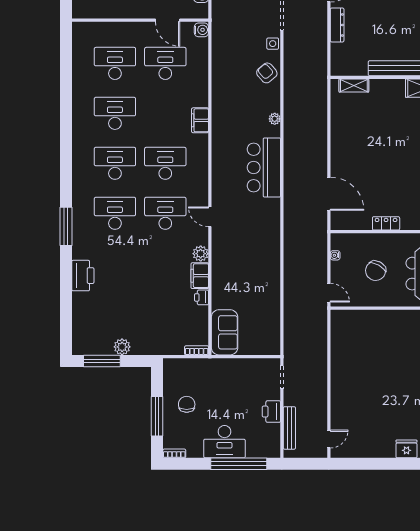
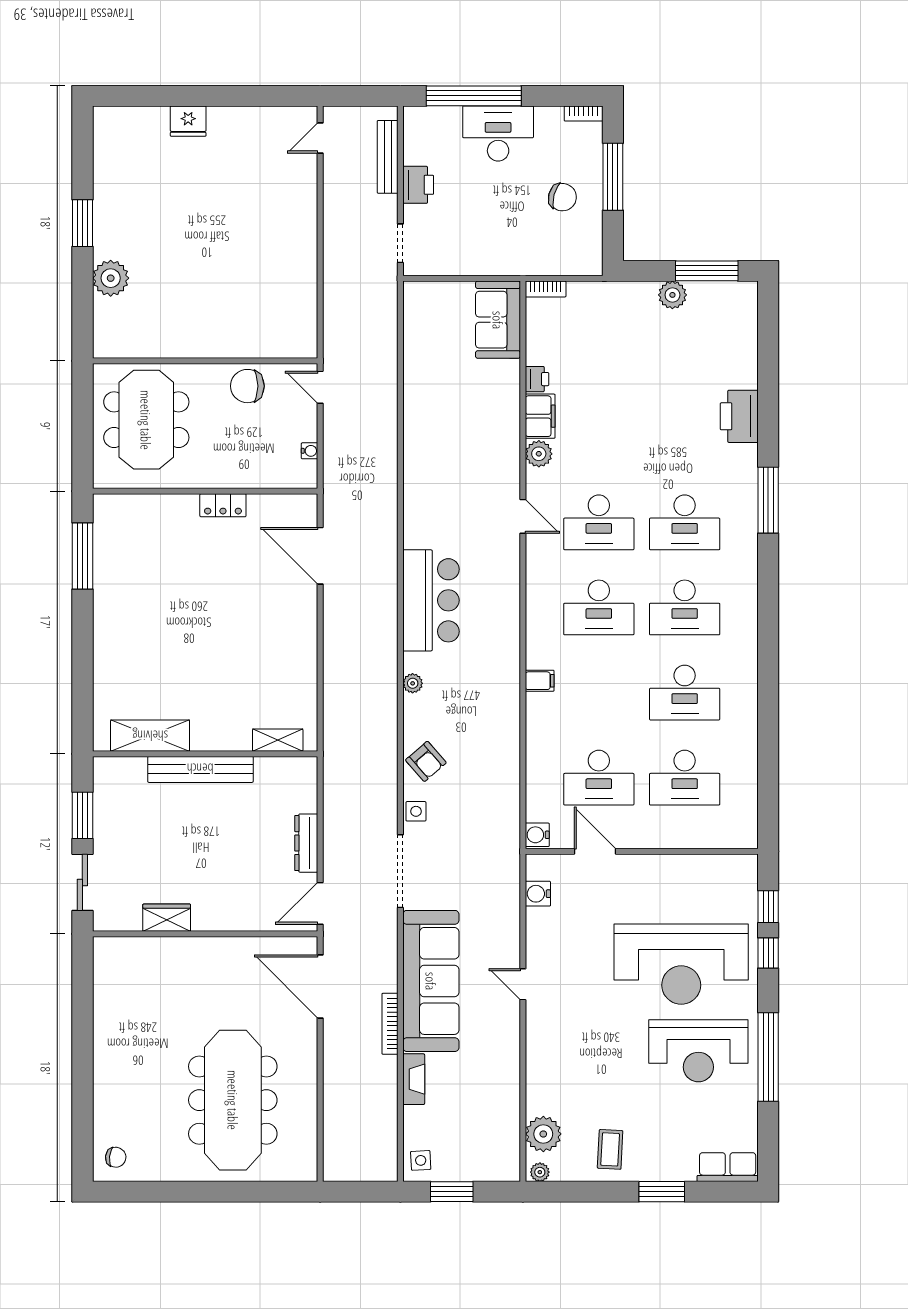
filing cabinet: (200, 120) -> (540, 681), width x0.50
chair: (376, 271) -> (247, 386), moved, turned -119
chair: (187, 404) -> (562, 197), turned -75

